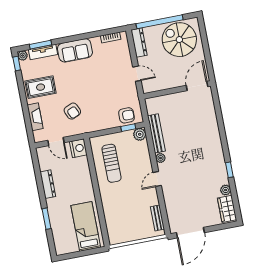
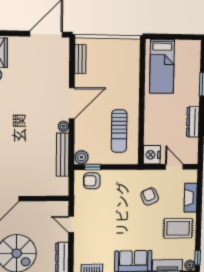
sun lounger: (112, 163) -> (119, 131), turned 180
door: (157, 179) -> (72, 103), width x1.88

